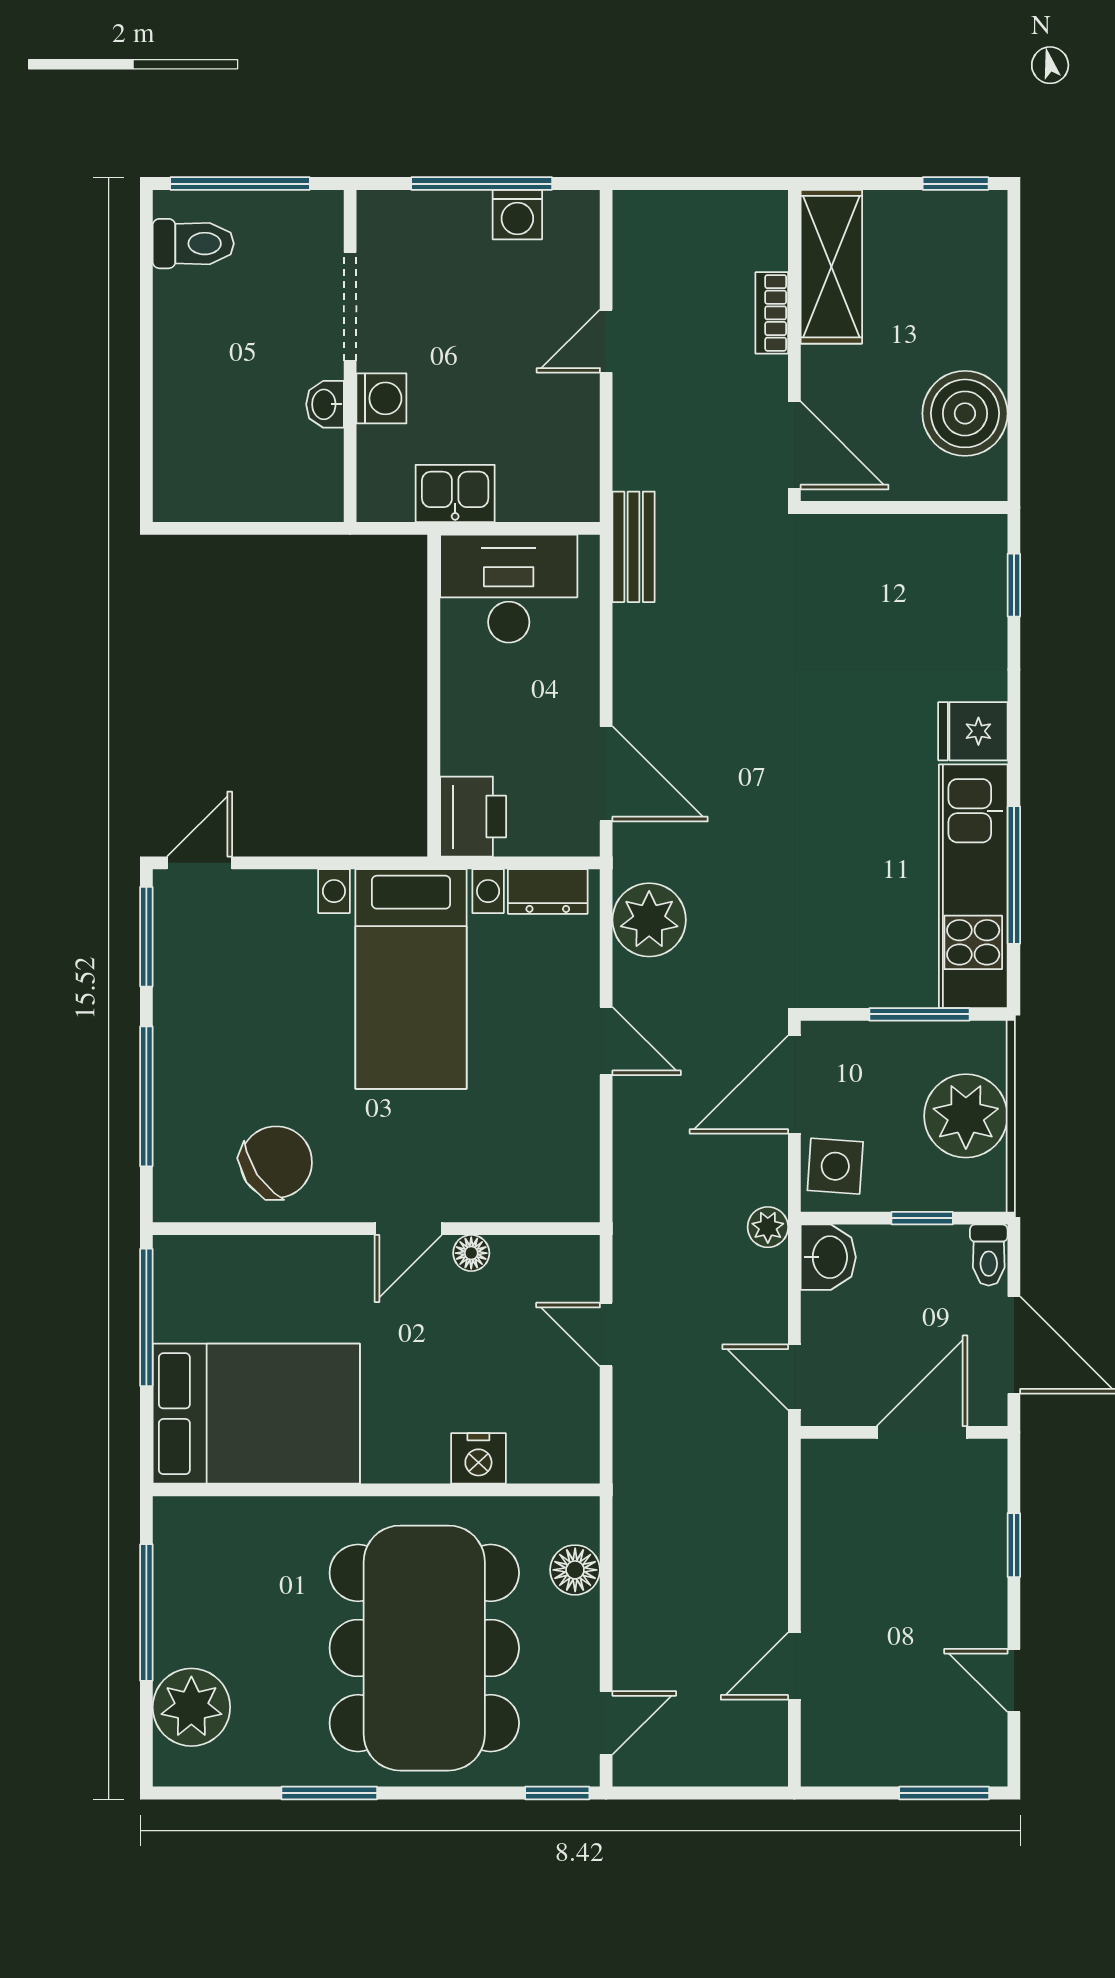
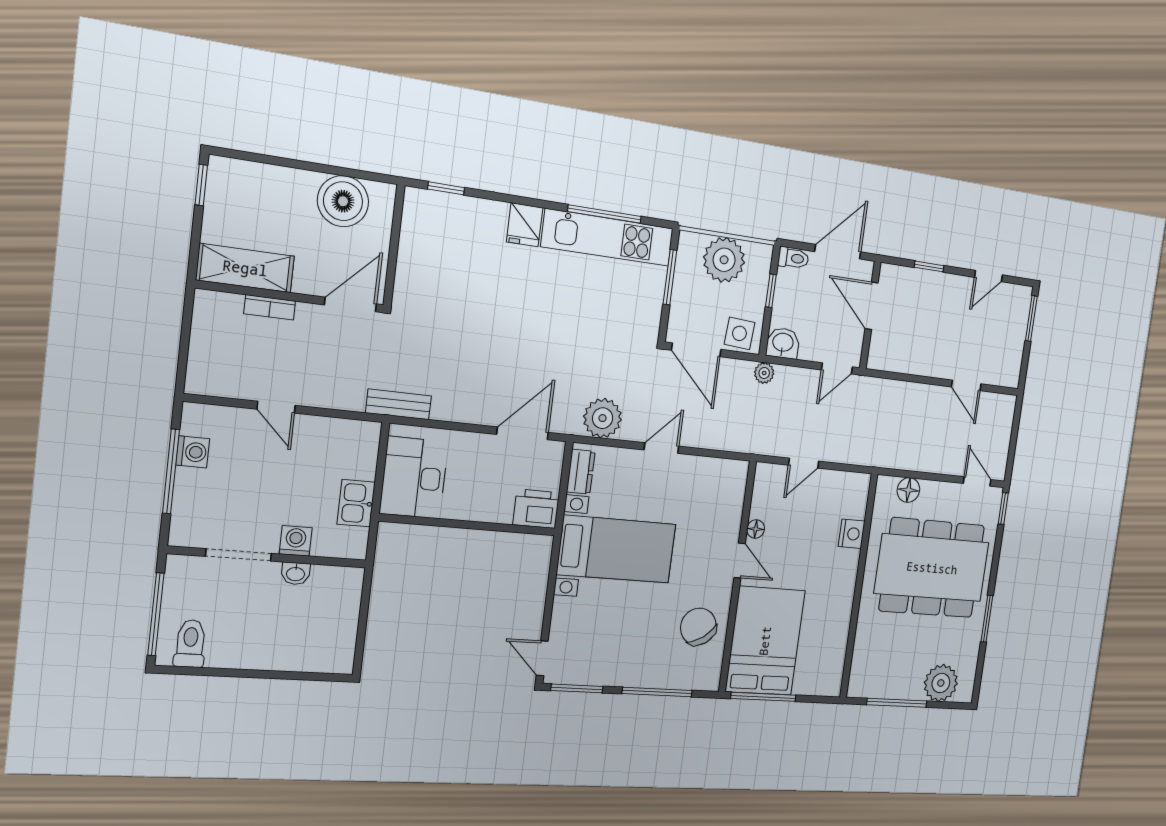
bed: (256, 1414) -> (765, 641), moved

